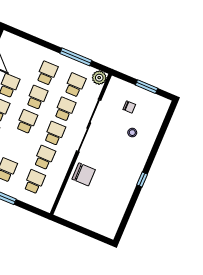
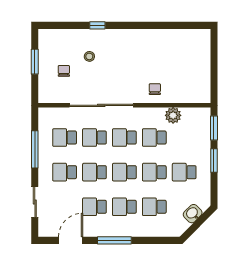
sliding door: (33, 39) -> (35, 202), added
plant: (99, 78) -> (173, 115), moved
chair: (84, 174) -> (155, 89), width x0.54, depth x0.54
window: (142, 180) -> (97, 25), moved
school desk: (34, 182) -> (154, 172), moved
window: (32, 209) -> (214, 128), added

